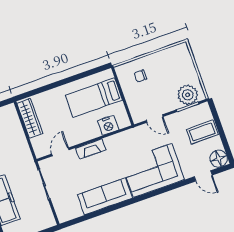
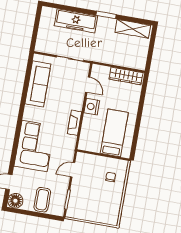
plant: (188, 95) -> (76, 205), removed
nightstand: (108, 125) -> (92, 107), moved
fireplace: (91, 149) -> (74, 123), moved
sofa: (105, 196) -> (38, 84), moved

